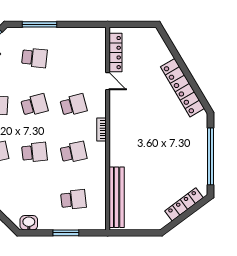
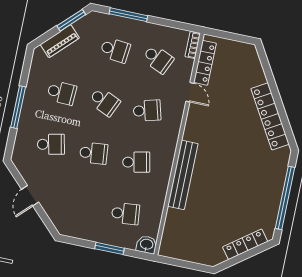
school desk: (73, 58) -> (158, 59), added
school desk: (34, 105) -> (104, 102), turned 39
bookcase: (102, 130) -> (193, 45), moved
bench: (117, 197) -> (183, 175), moved
washbasin: (29, 223) -> (147, 245), moved

